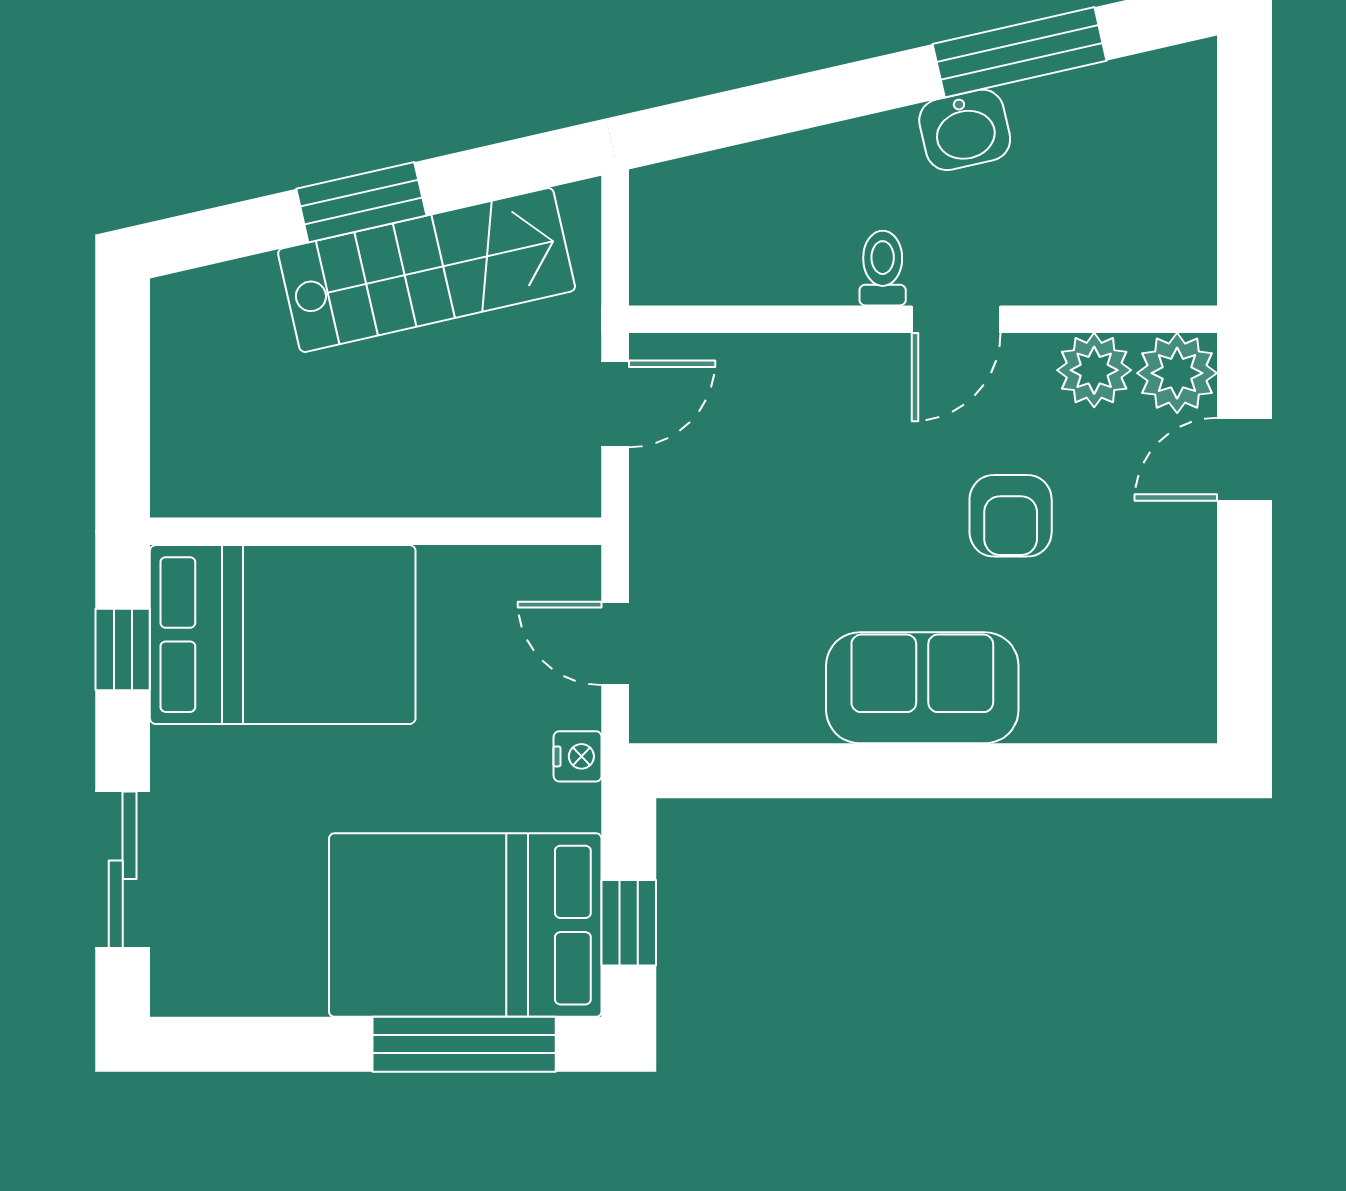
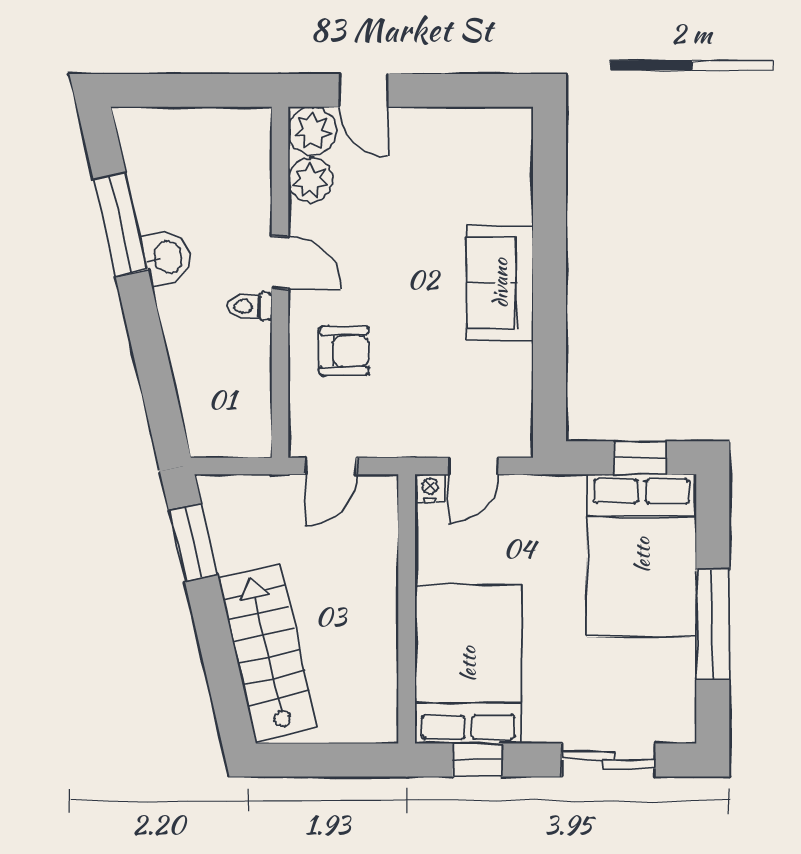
window: (361, 202) -> (193, 542), moved
stairs: (427, 270) -> (268, 653), moved
door: (615, 404) -> (331, 466), swing flipped
armchair: (1011, 516) -> (344, 351), moved
nightstand: (578, 756) -> (430, 488), moved
window: (464, 1044) -> (713, 624), moved

